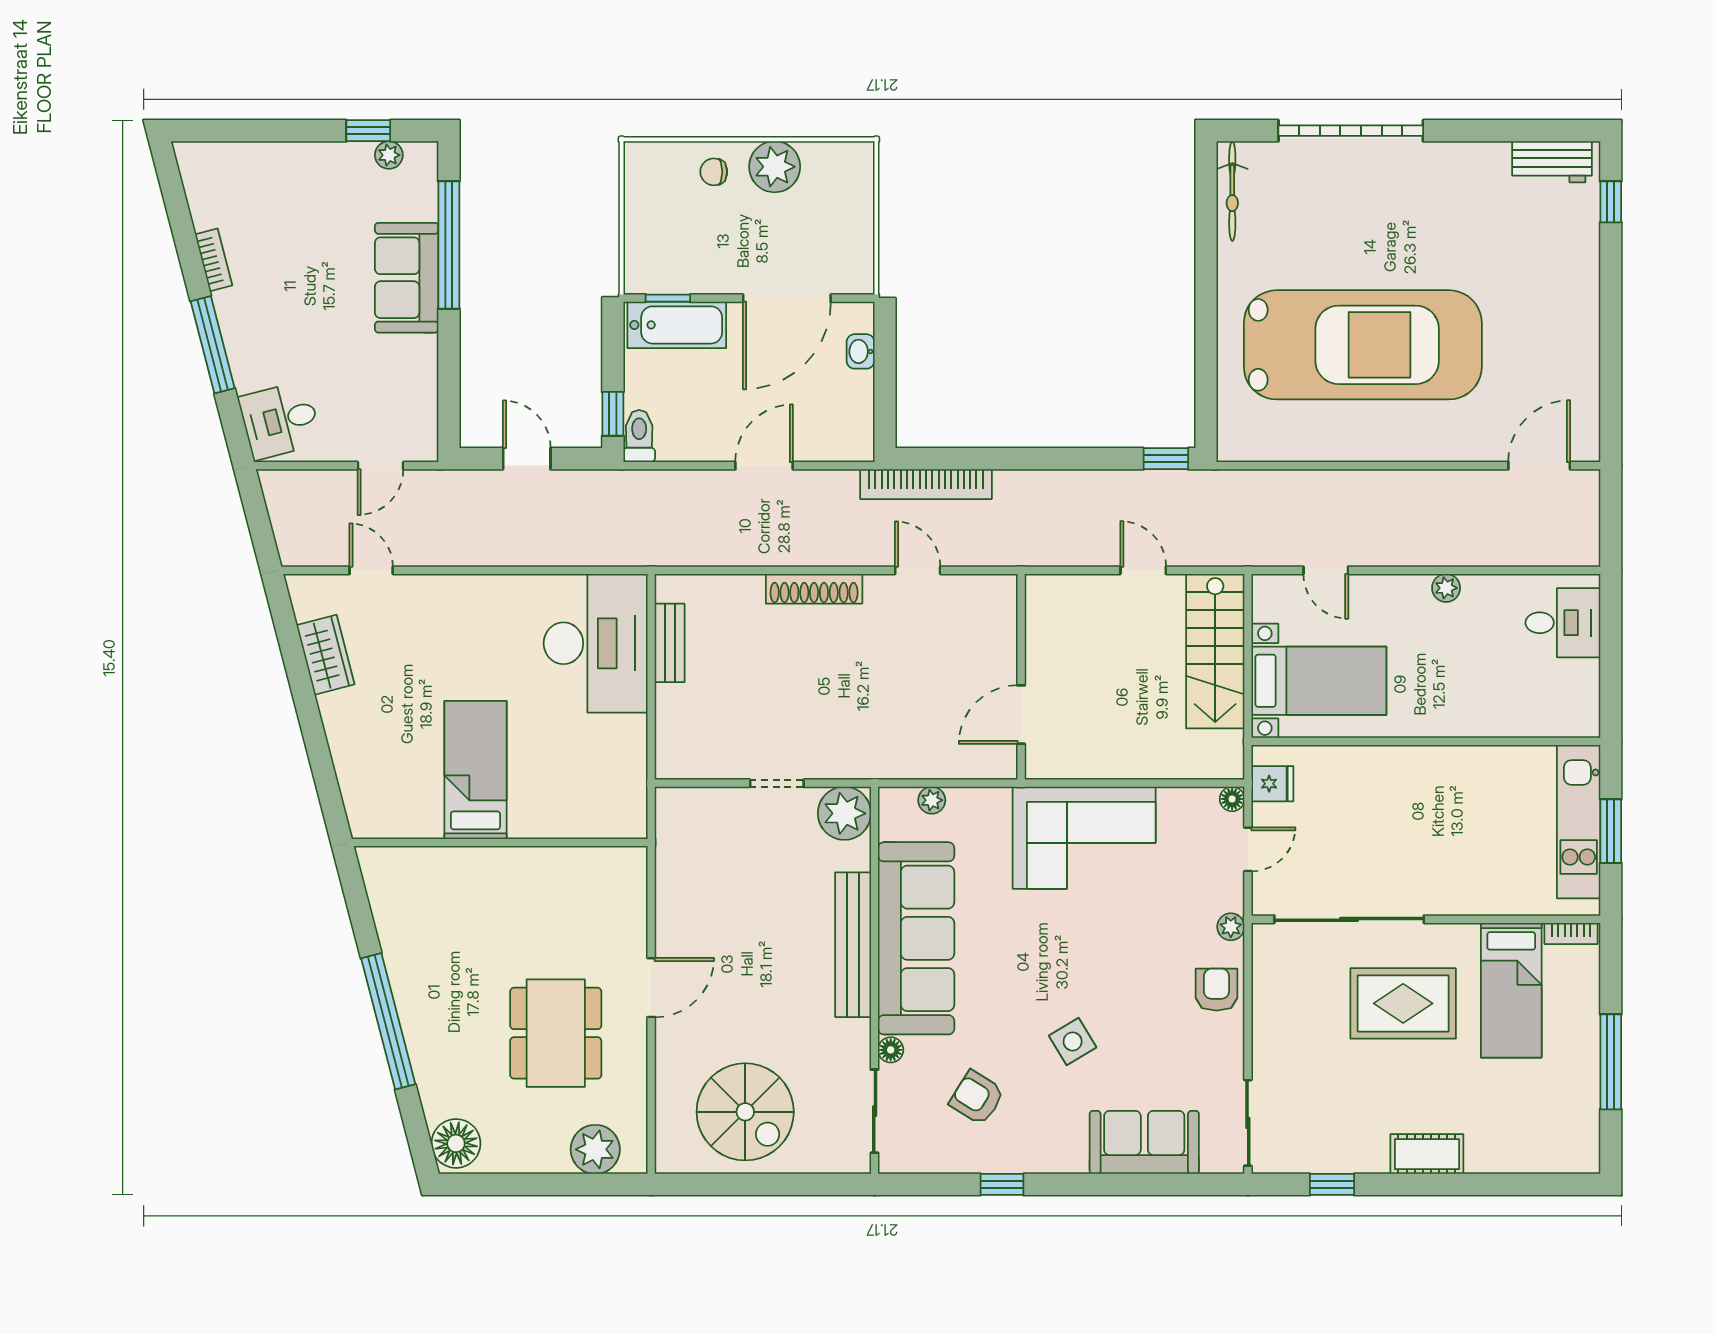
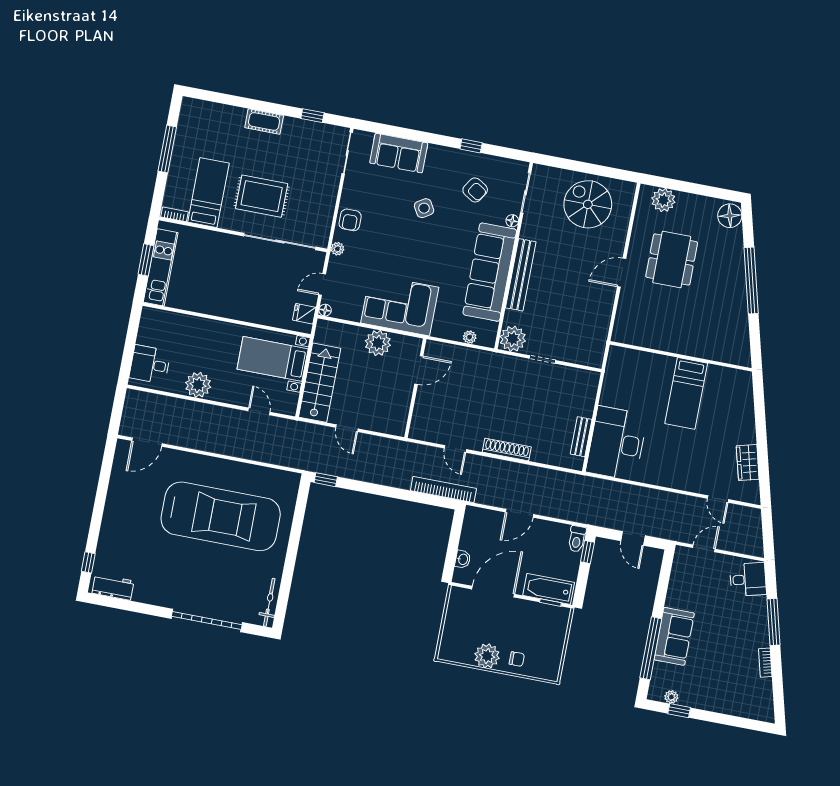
car: (1363, 345) -> (221, 516), turned 180
plant: (1446, 588) -> (198, 385), width x1.88, depth x1.88
plant: (1114, 753) -> (378, 343), added

